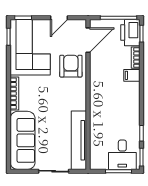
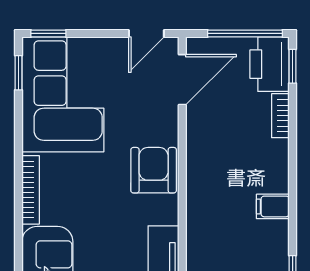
door: (59, 18) -> (146, 33), moved
armchair: (71, 66) -> (154, 170), moved
filing cabinet: (132, 75) -> (273, 206), moved

